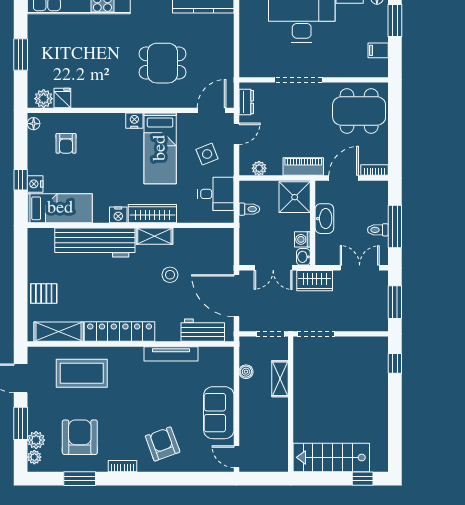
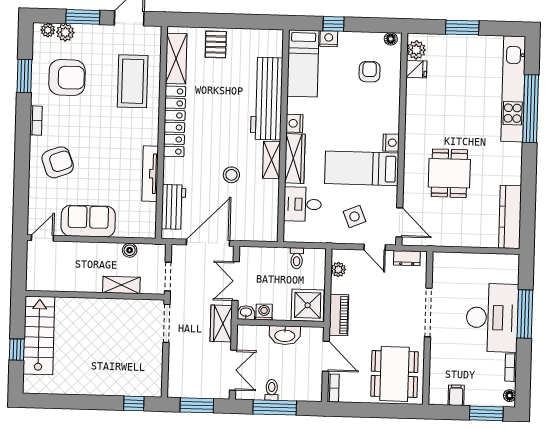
armchair: (66, 143) -> (370, 72), turned 90
desk: (216, 194) -> (302, 204), moved, turned 90
window: (363, 479) -> (17, 350), moved

